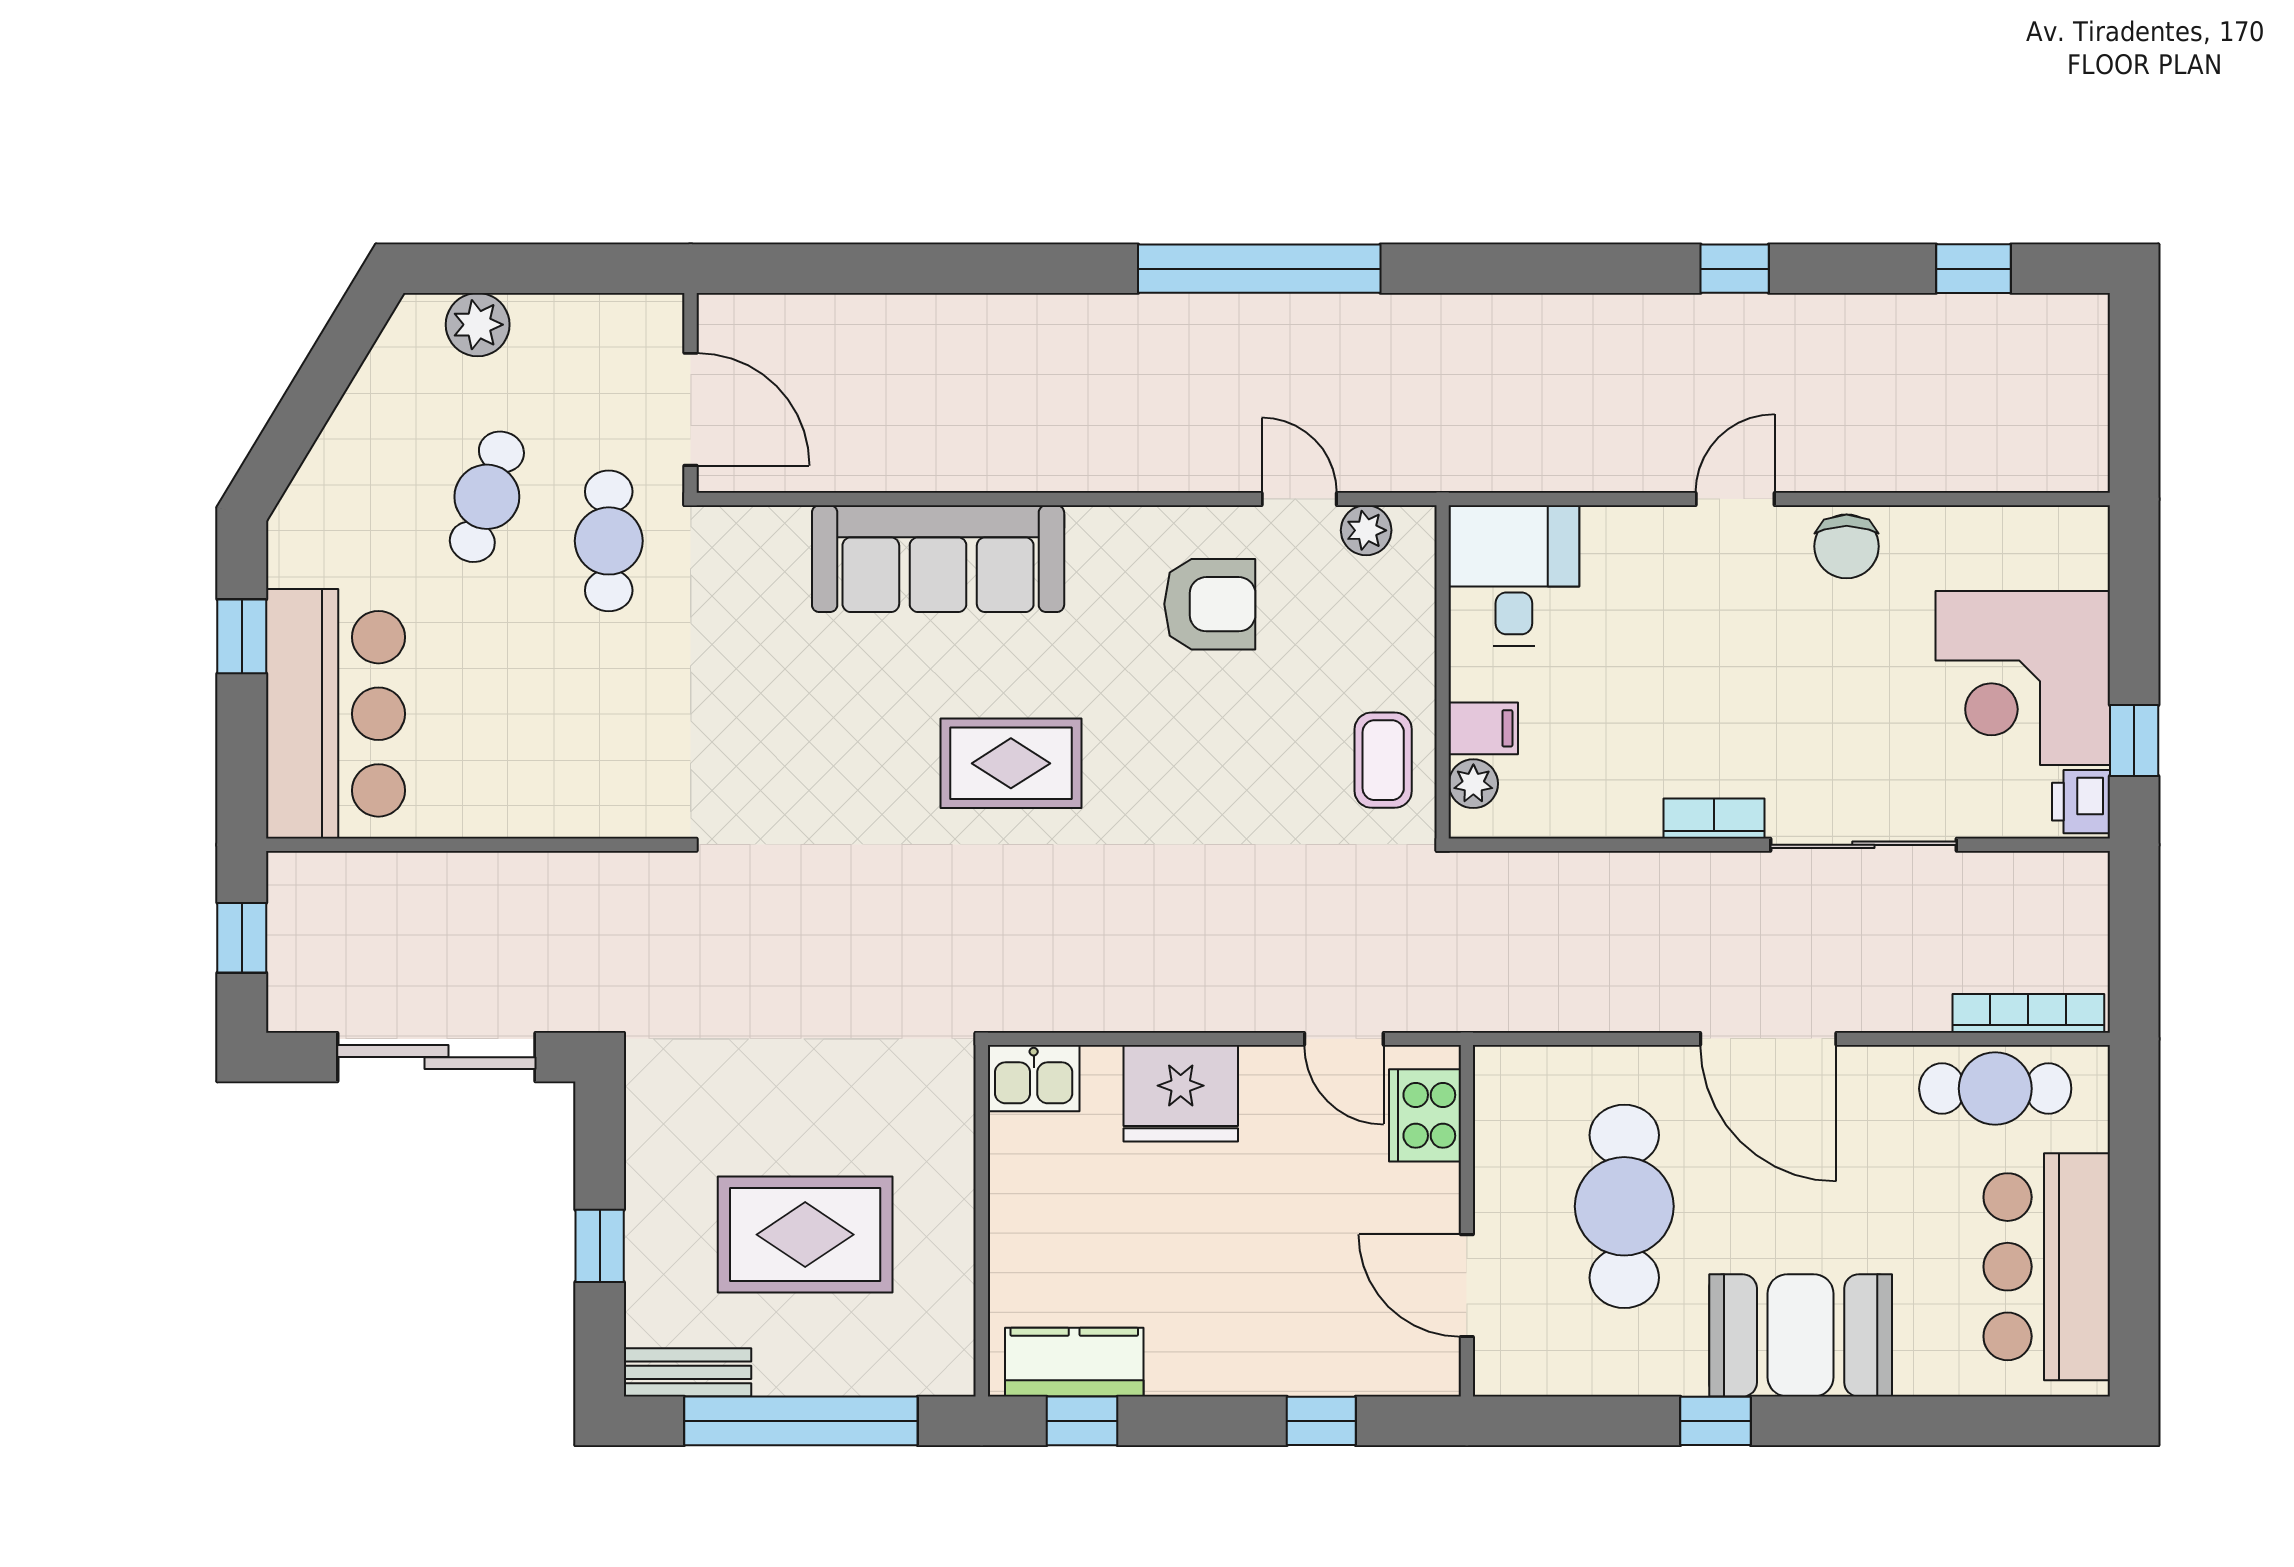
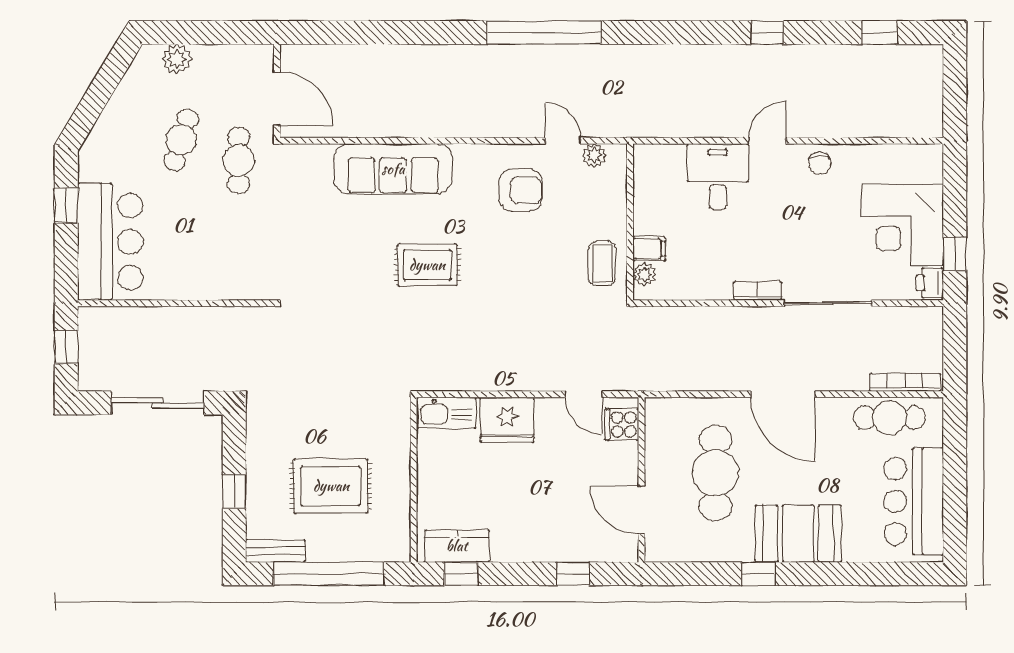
chair: (1847, 546) -> (820, 163), width x0.73, depth x0.73
desk: (1514, 575) -> (718, 177), moved
kitchen sink: (1034, 1078) -> (446, 413), width x1.38
cooker: (1425, 1115) -> (622, 424), width x0.73

